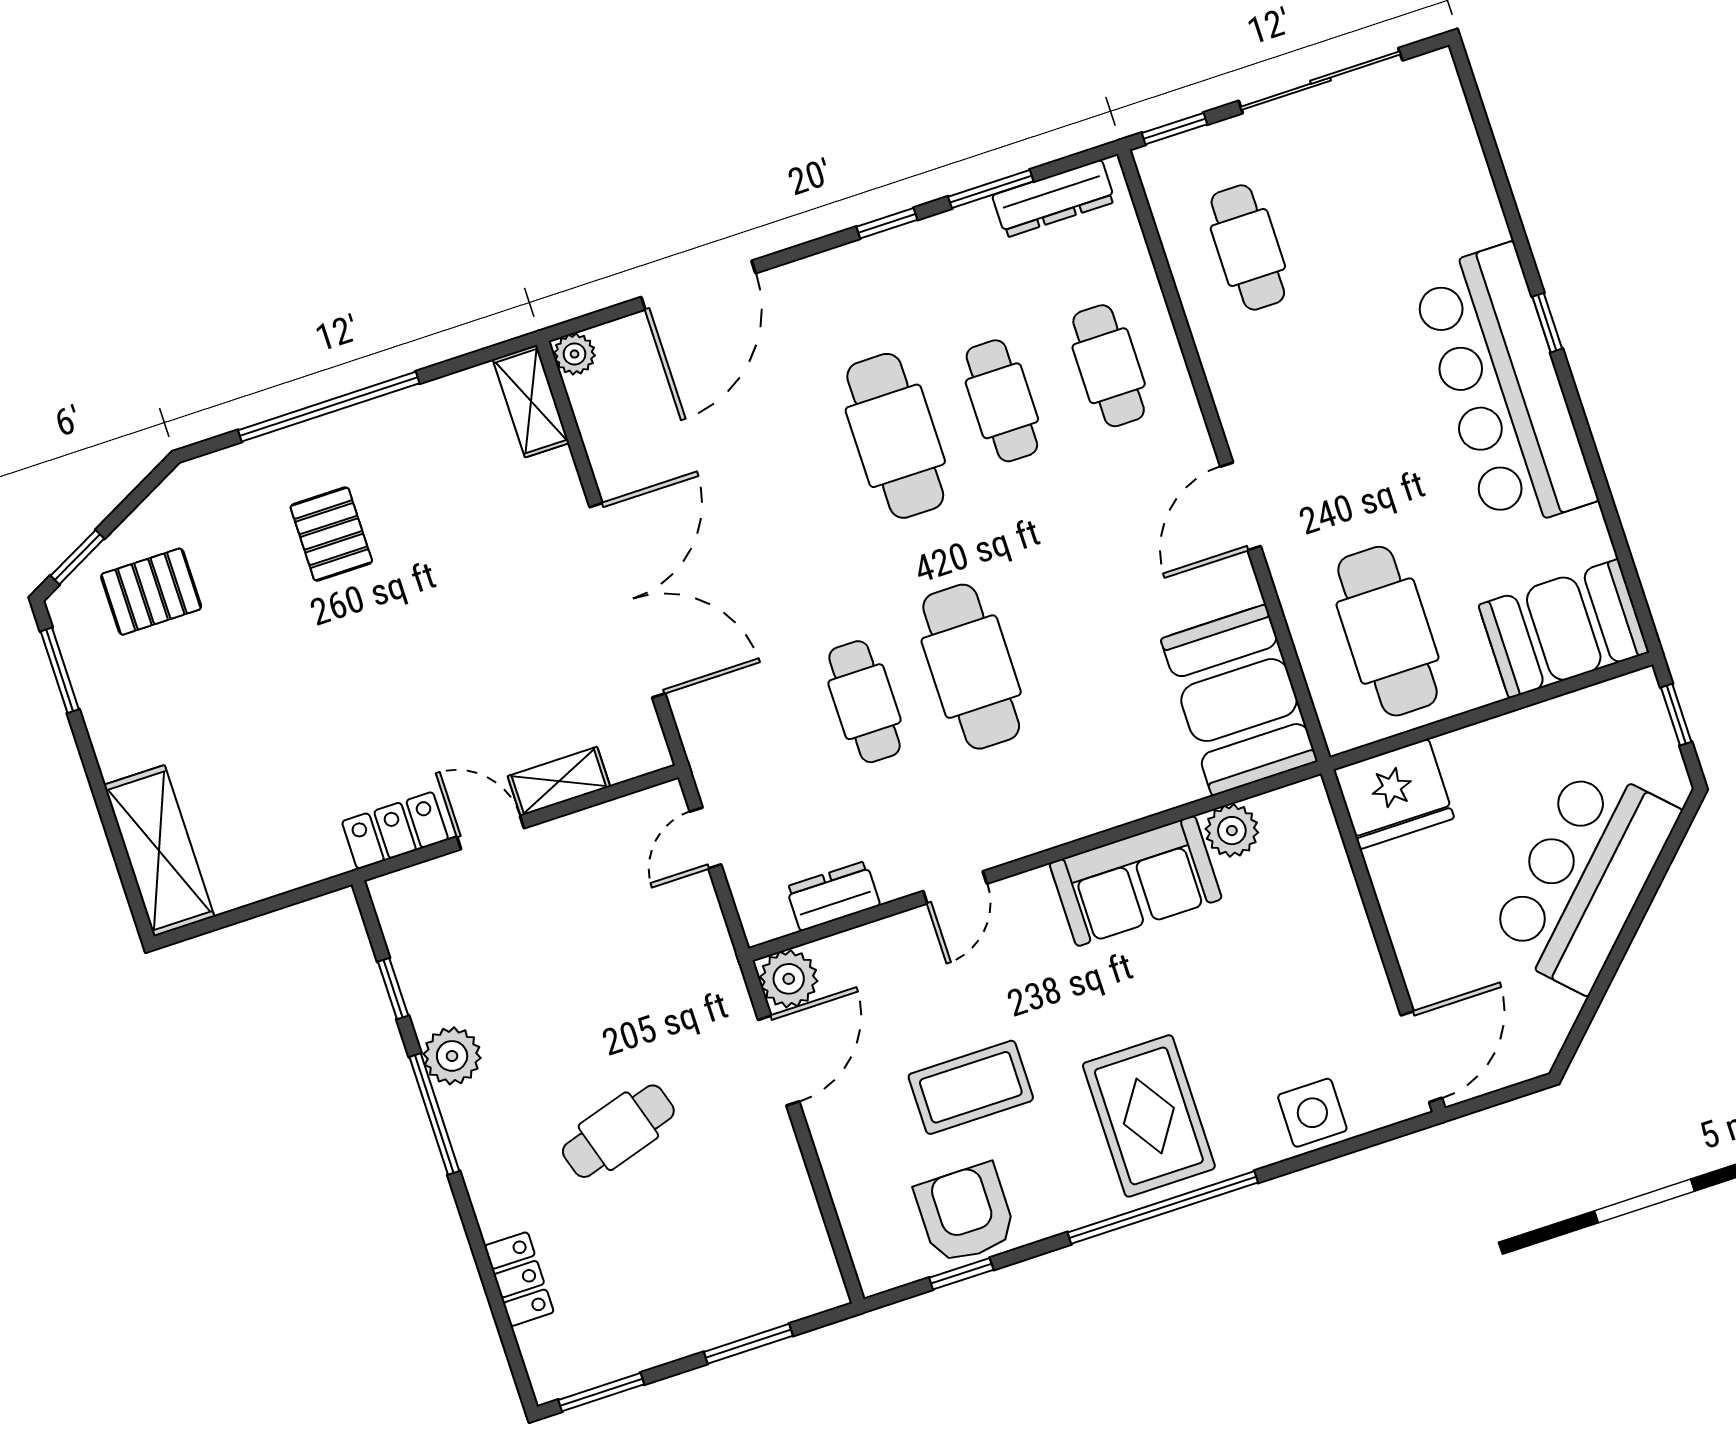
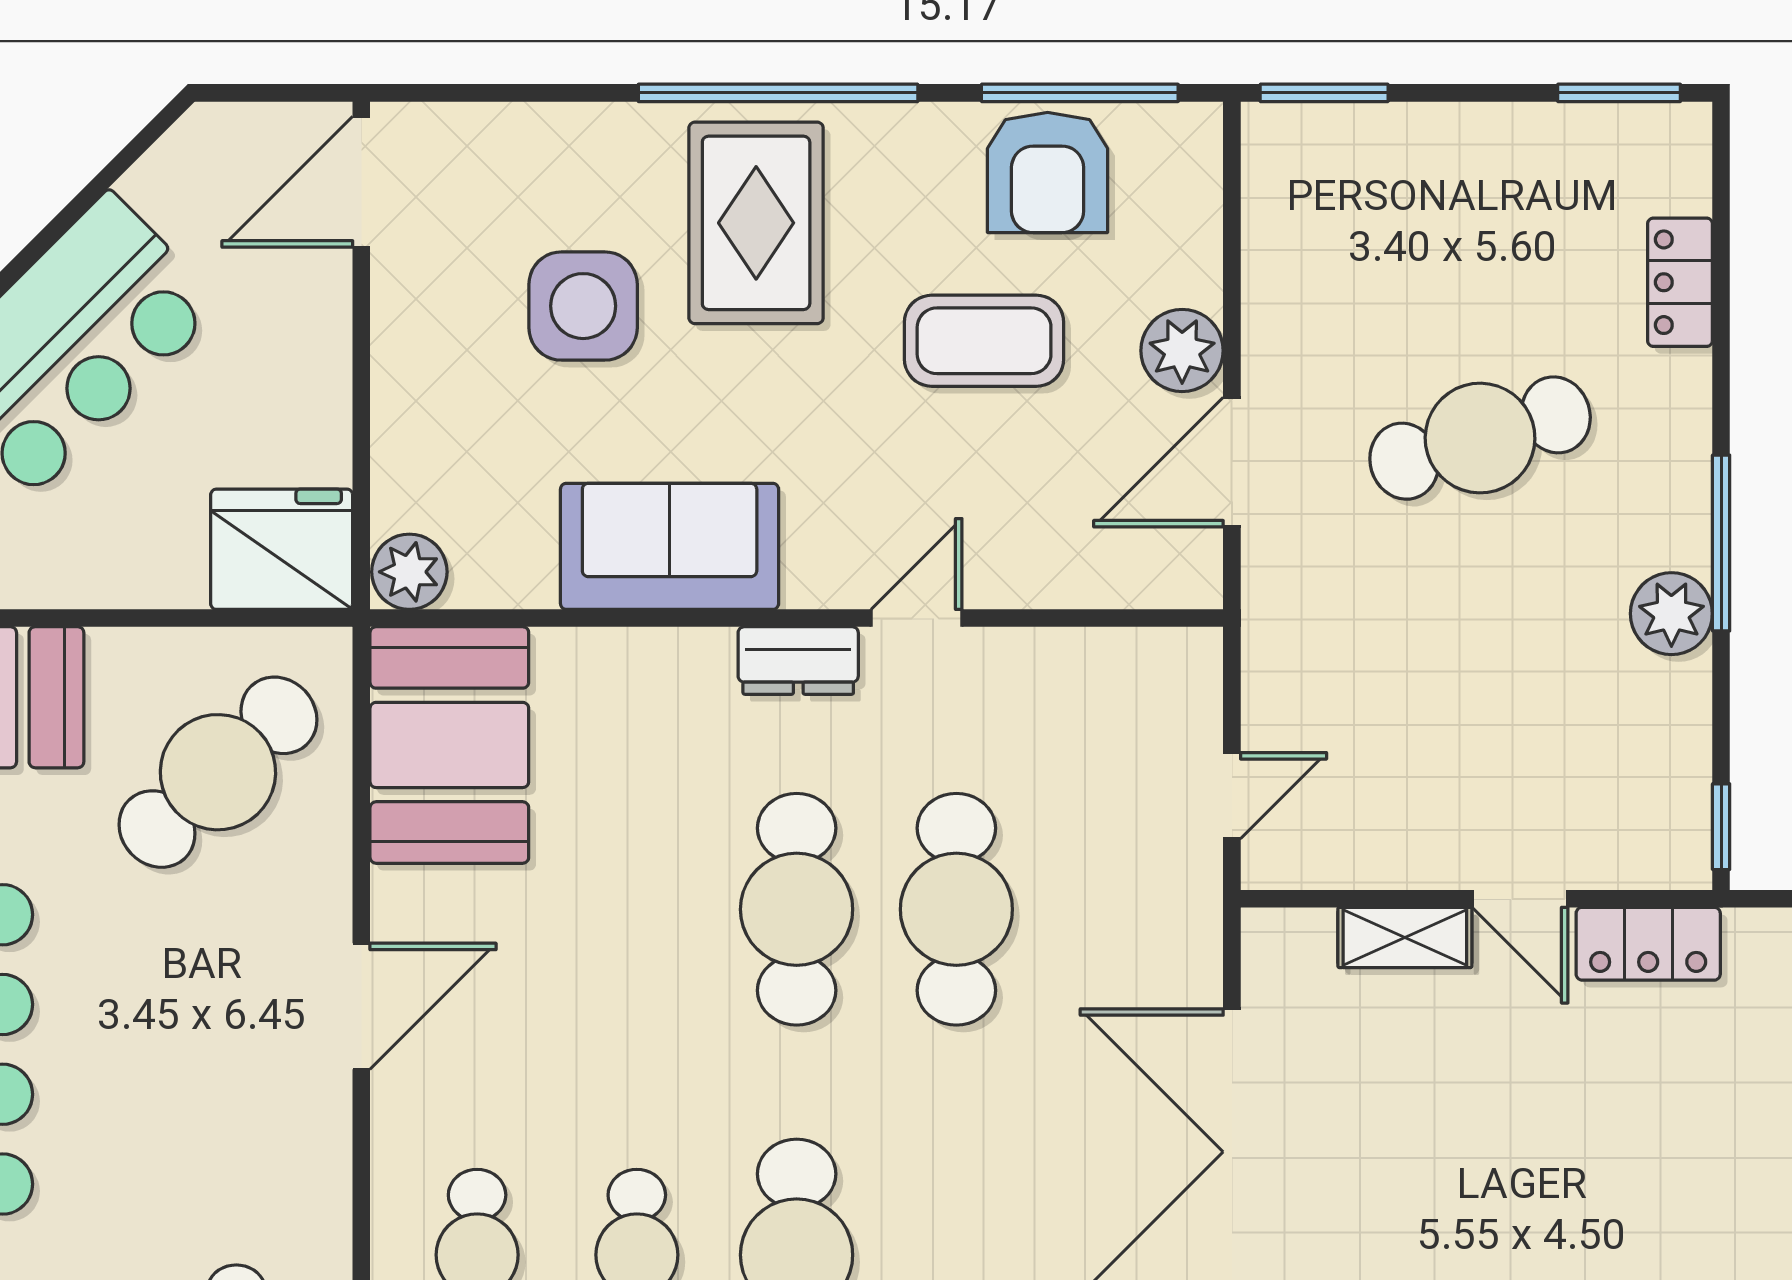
cafe table: (1388, 631) -> (218, 772), turned 47
cafe table: (864, 702) -> (956, 909), width x1.37, depth x1.35
plant: (1232, 831) -> (409, 572), moved
dresser: (833, 896) -> (798, 660), moved
plant: (789, 979) -> (1182, 351), moved
window: (393, 989) -> (1721, 827), moved
side table: (1312, 1113) -> (583, 306), moved, width x1.37, depth x1.37
cafe table: (618, 1131) -> (1480, 438), width x1.37, depth x1.35
window: (961, 1274) -> (1080, 93), width x2.17
window: (748, 1344) -> (1324, 93), moved

